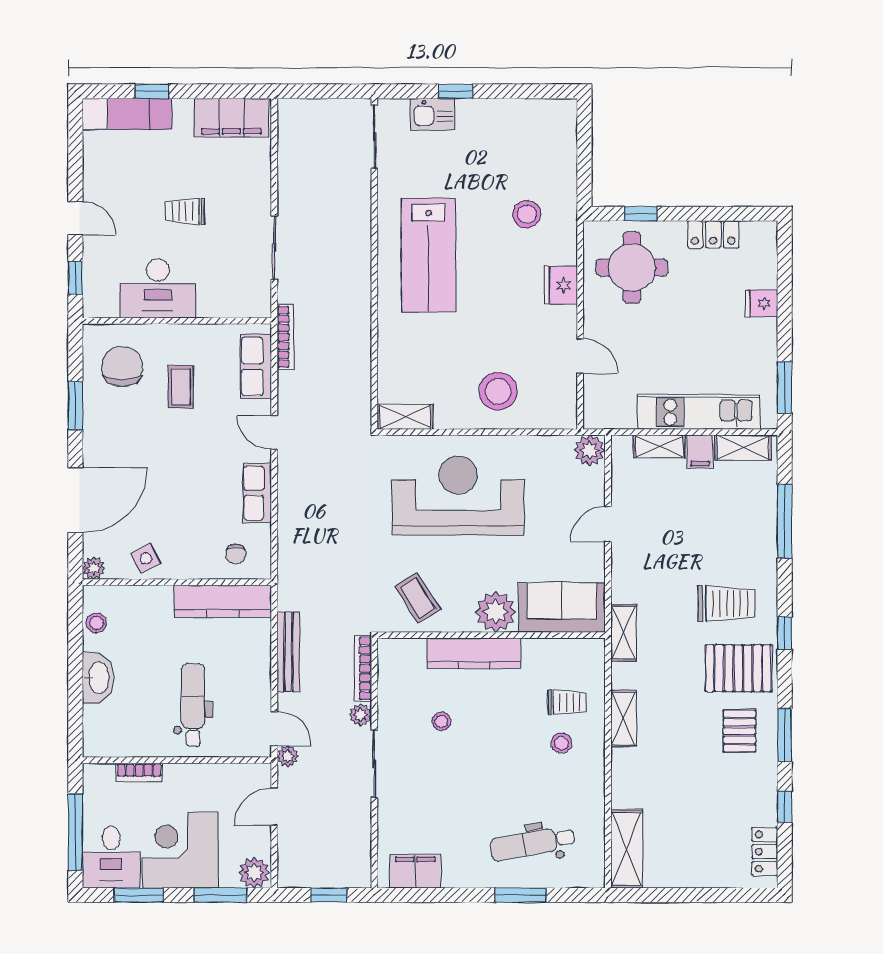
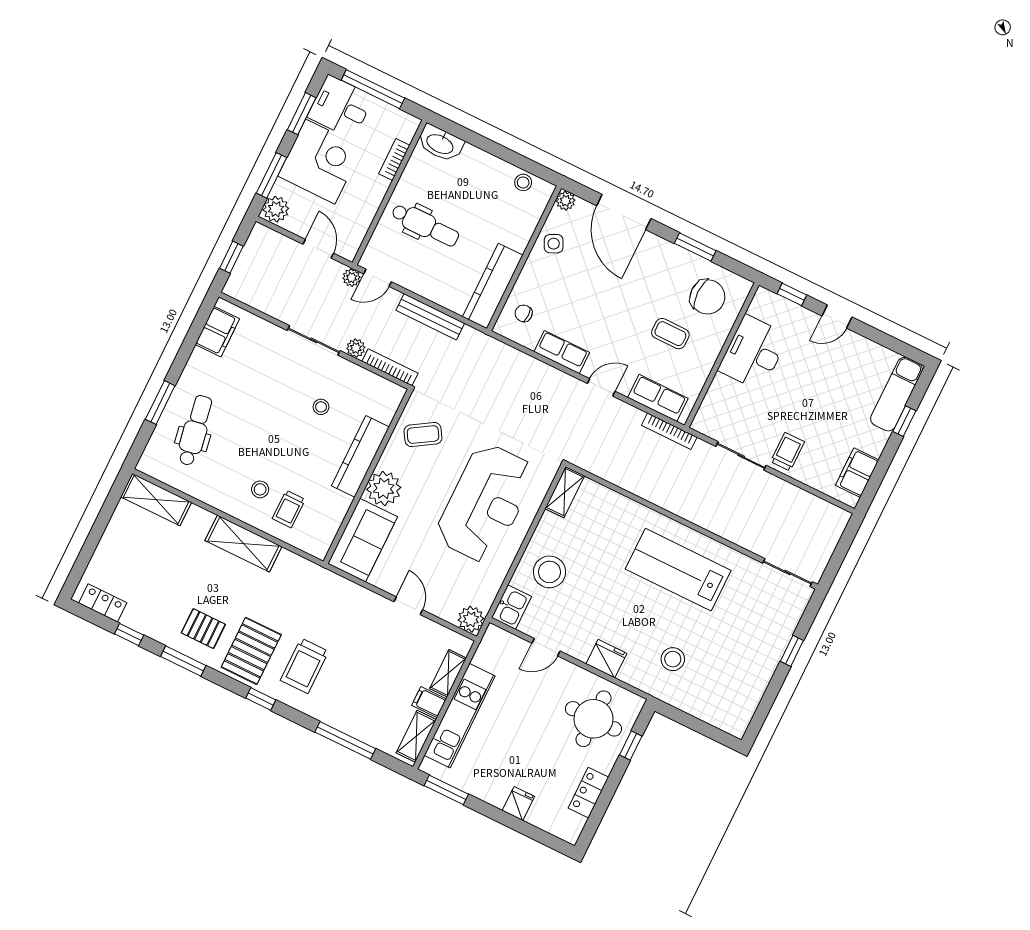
kitchen sink: (433, 114) -> (512, 607), moved, turned 180
filing cabinet: (231, 118) -> (857, 473), width x0.67, depth x0.86
trolley: (185, 211) -> (787, 452), moved
shelving: (624, 633) -> (321, 577), removed
washbasin: (98, 678) -> (440, 143), moved
shelving: (624, 718) -> (243, 544), width x1.50, depth x1.33

